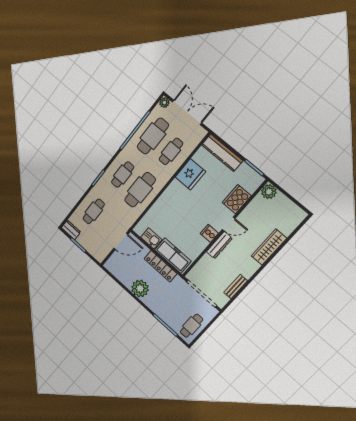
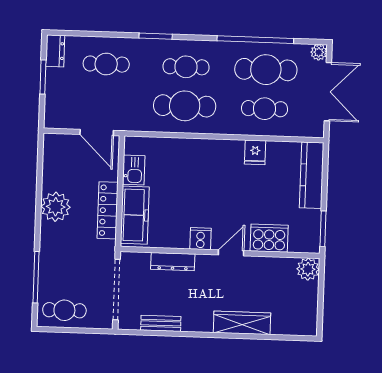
fridge: (190, 174) -> (255, 152), width x0.53, depth x0.75
door: (229, 224) -> (231, 253), swing flipped
dresser: (219, 245) -> (173, 262), moved

